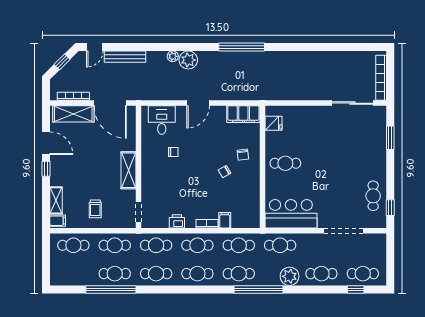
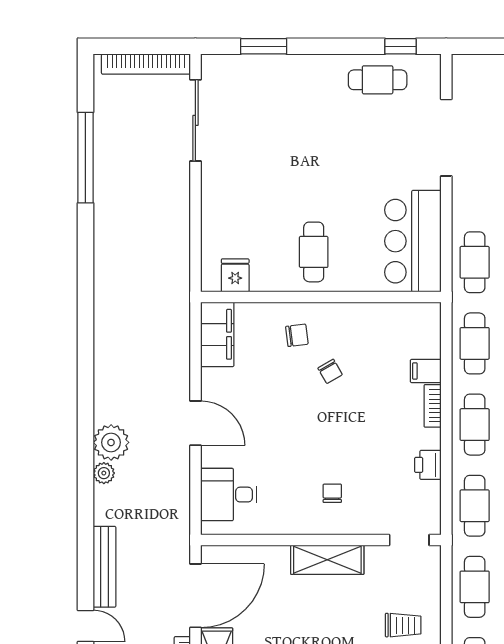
window: (242, 47) -> (85, 158), moved
chair: (173, 152) -> (332, 493), moved

